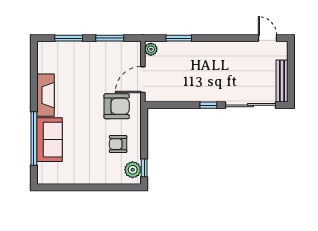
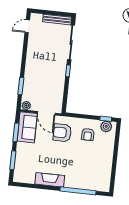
armchair: (117, 106) -> (62, 133), turned -90
sofa: (49, 140) -> (27, 127), moved, turned 90

